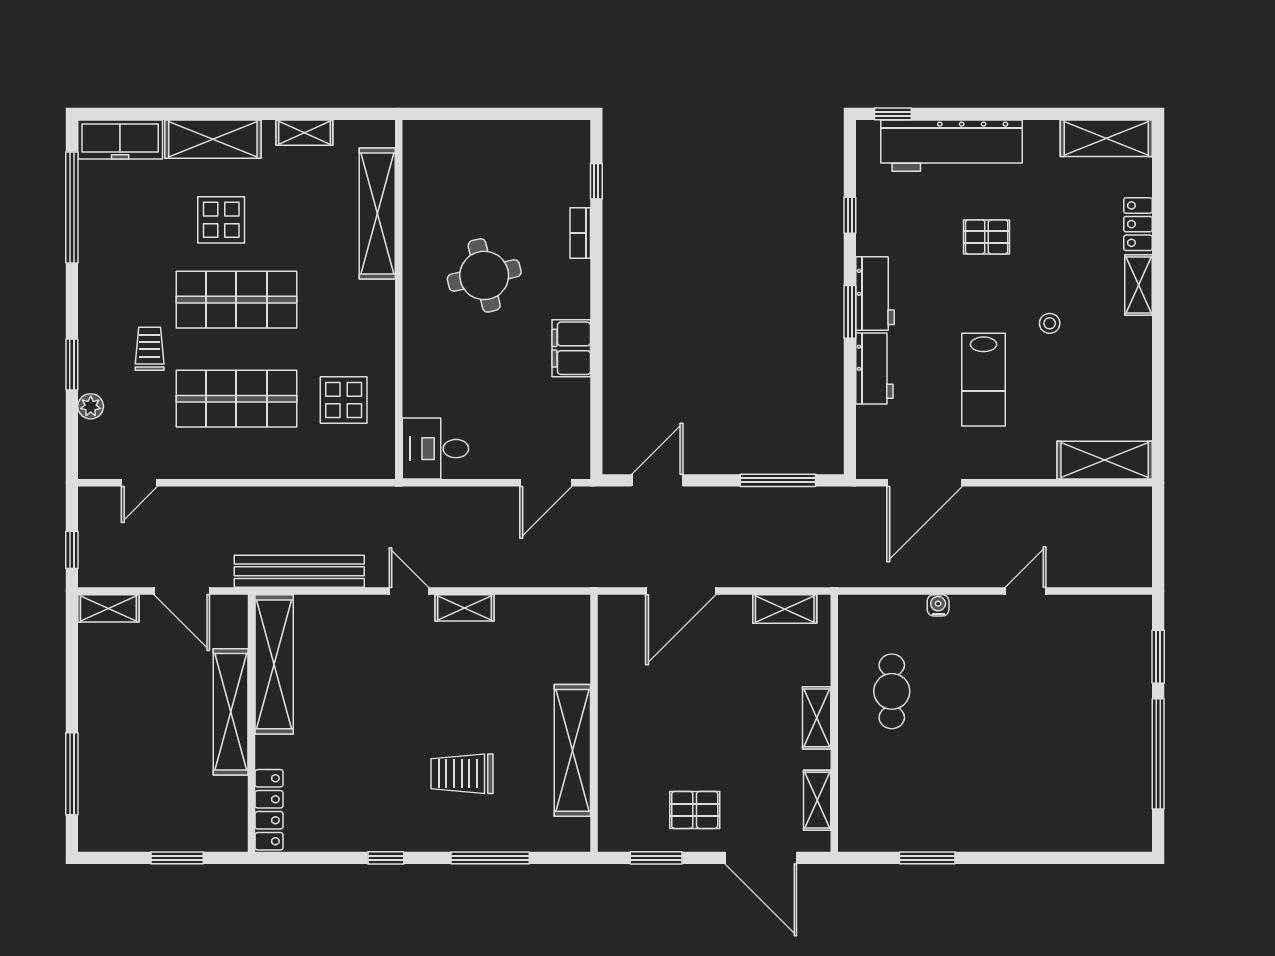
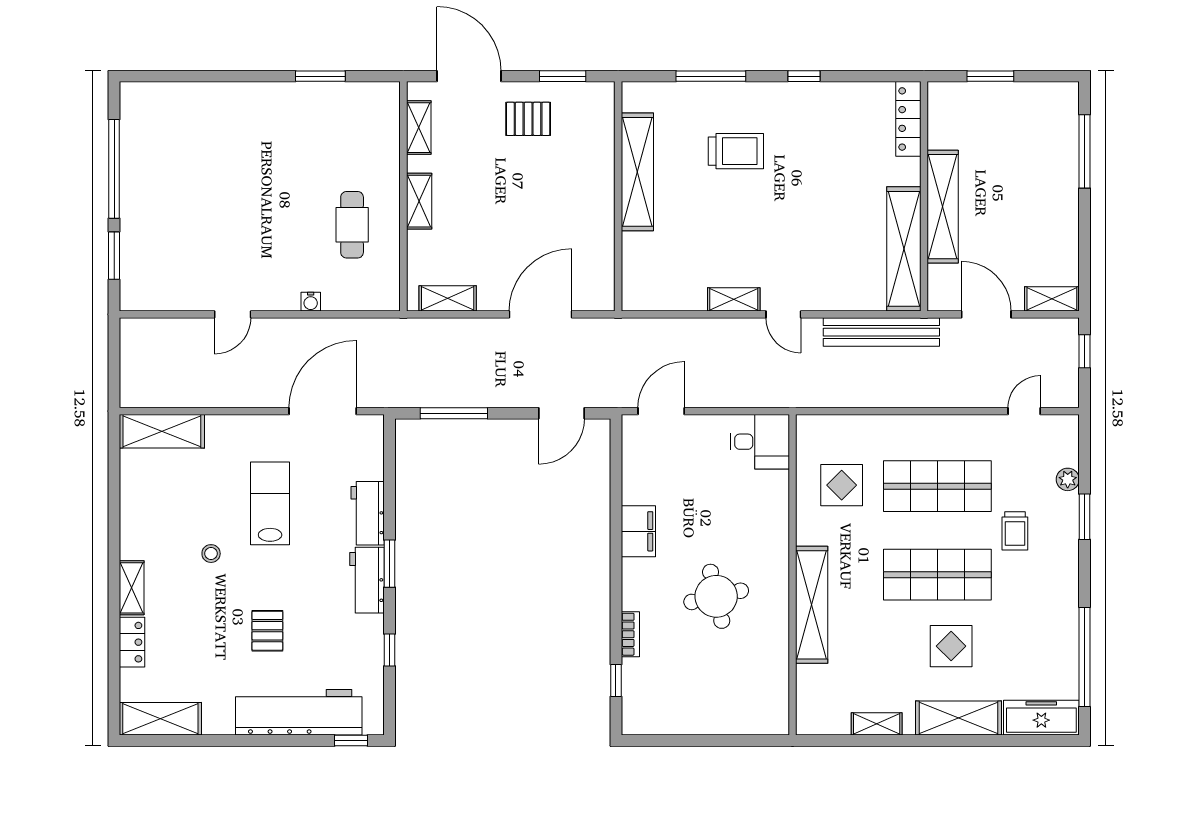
shelving: (377, 214) -> (812, 605), moved
pallet: (987, 237) -> (267, 631), turned 90

